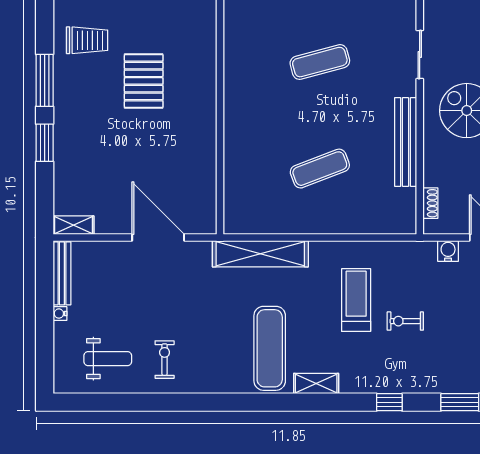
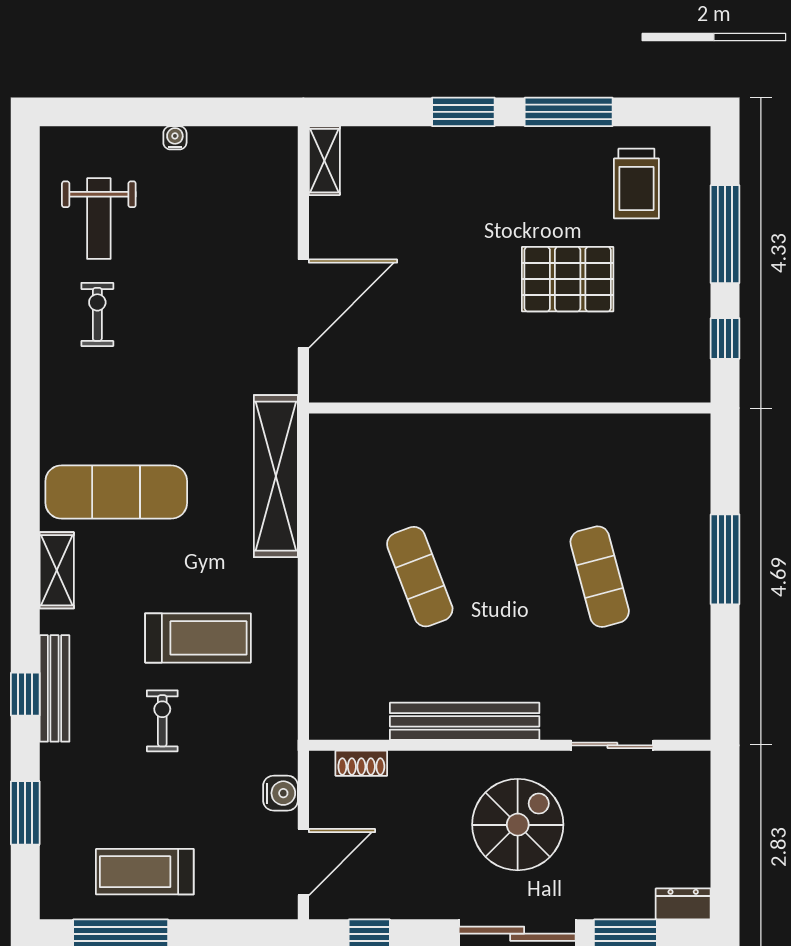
bench: (62, 273) -> (55, 688), moved, turned 90
exercise bike: (165, 360) -> (97, 314), turned -90

